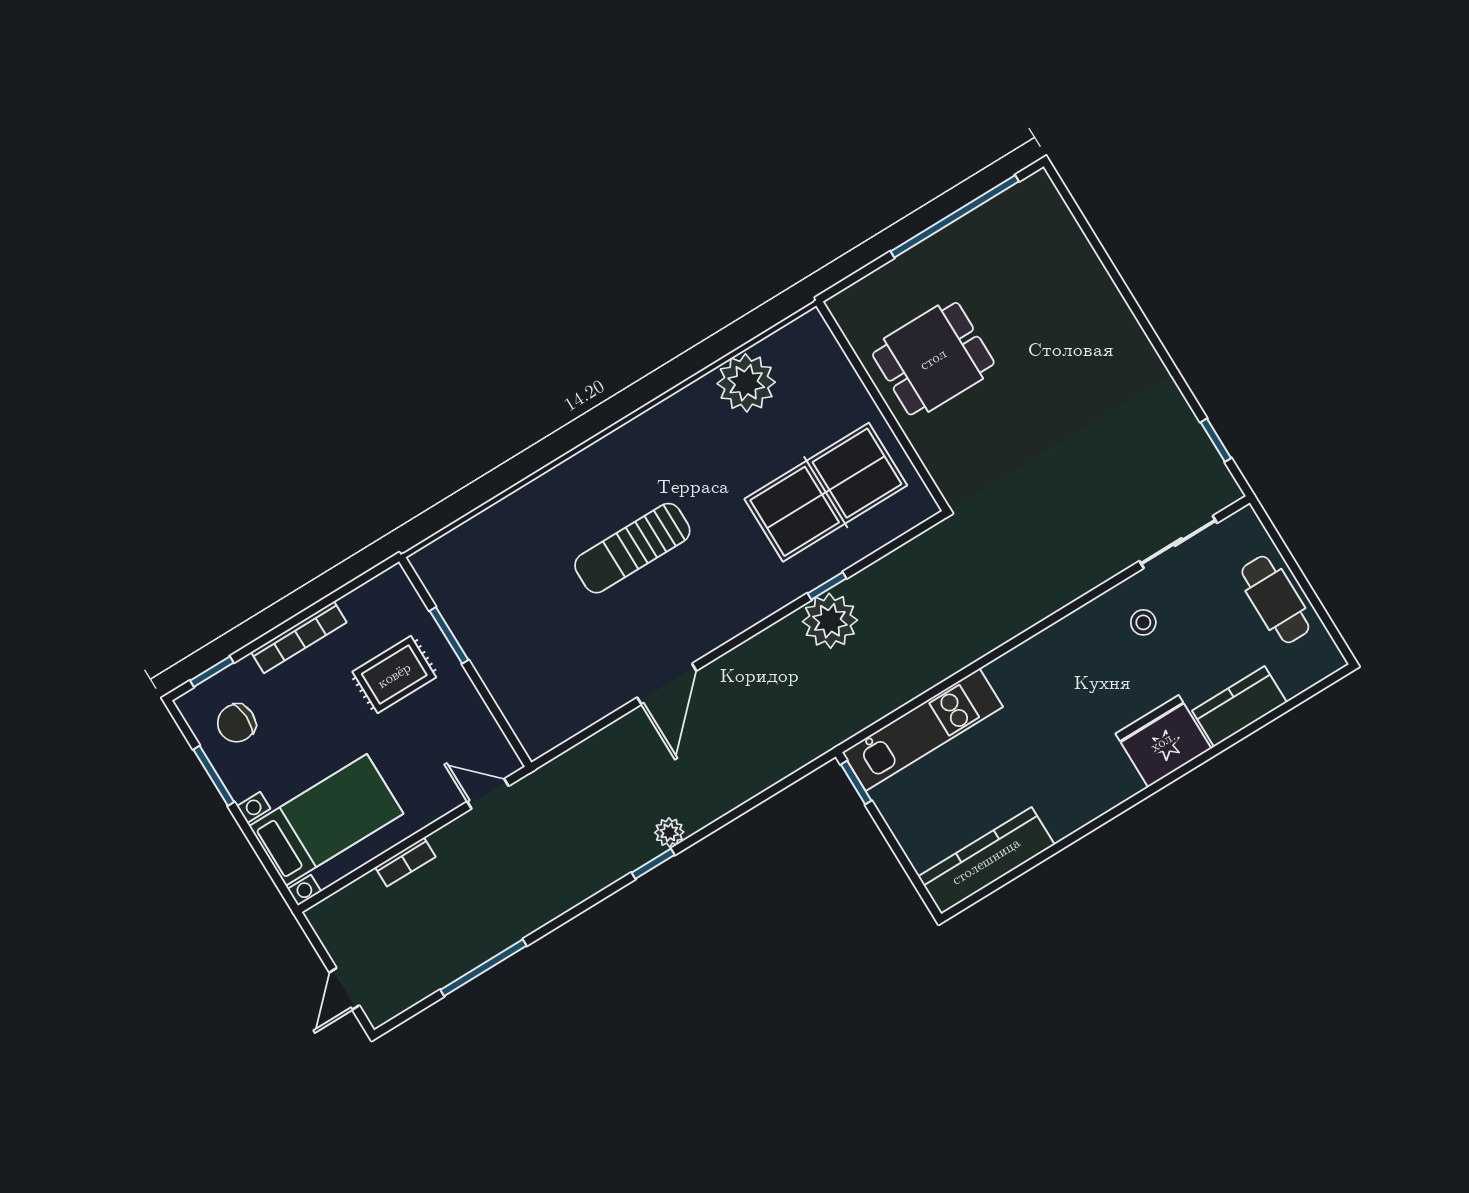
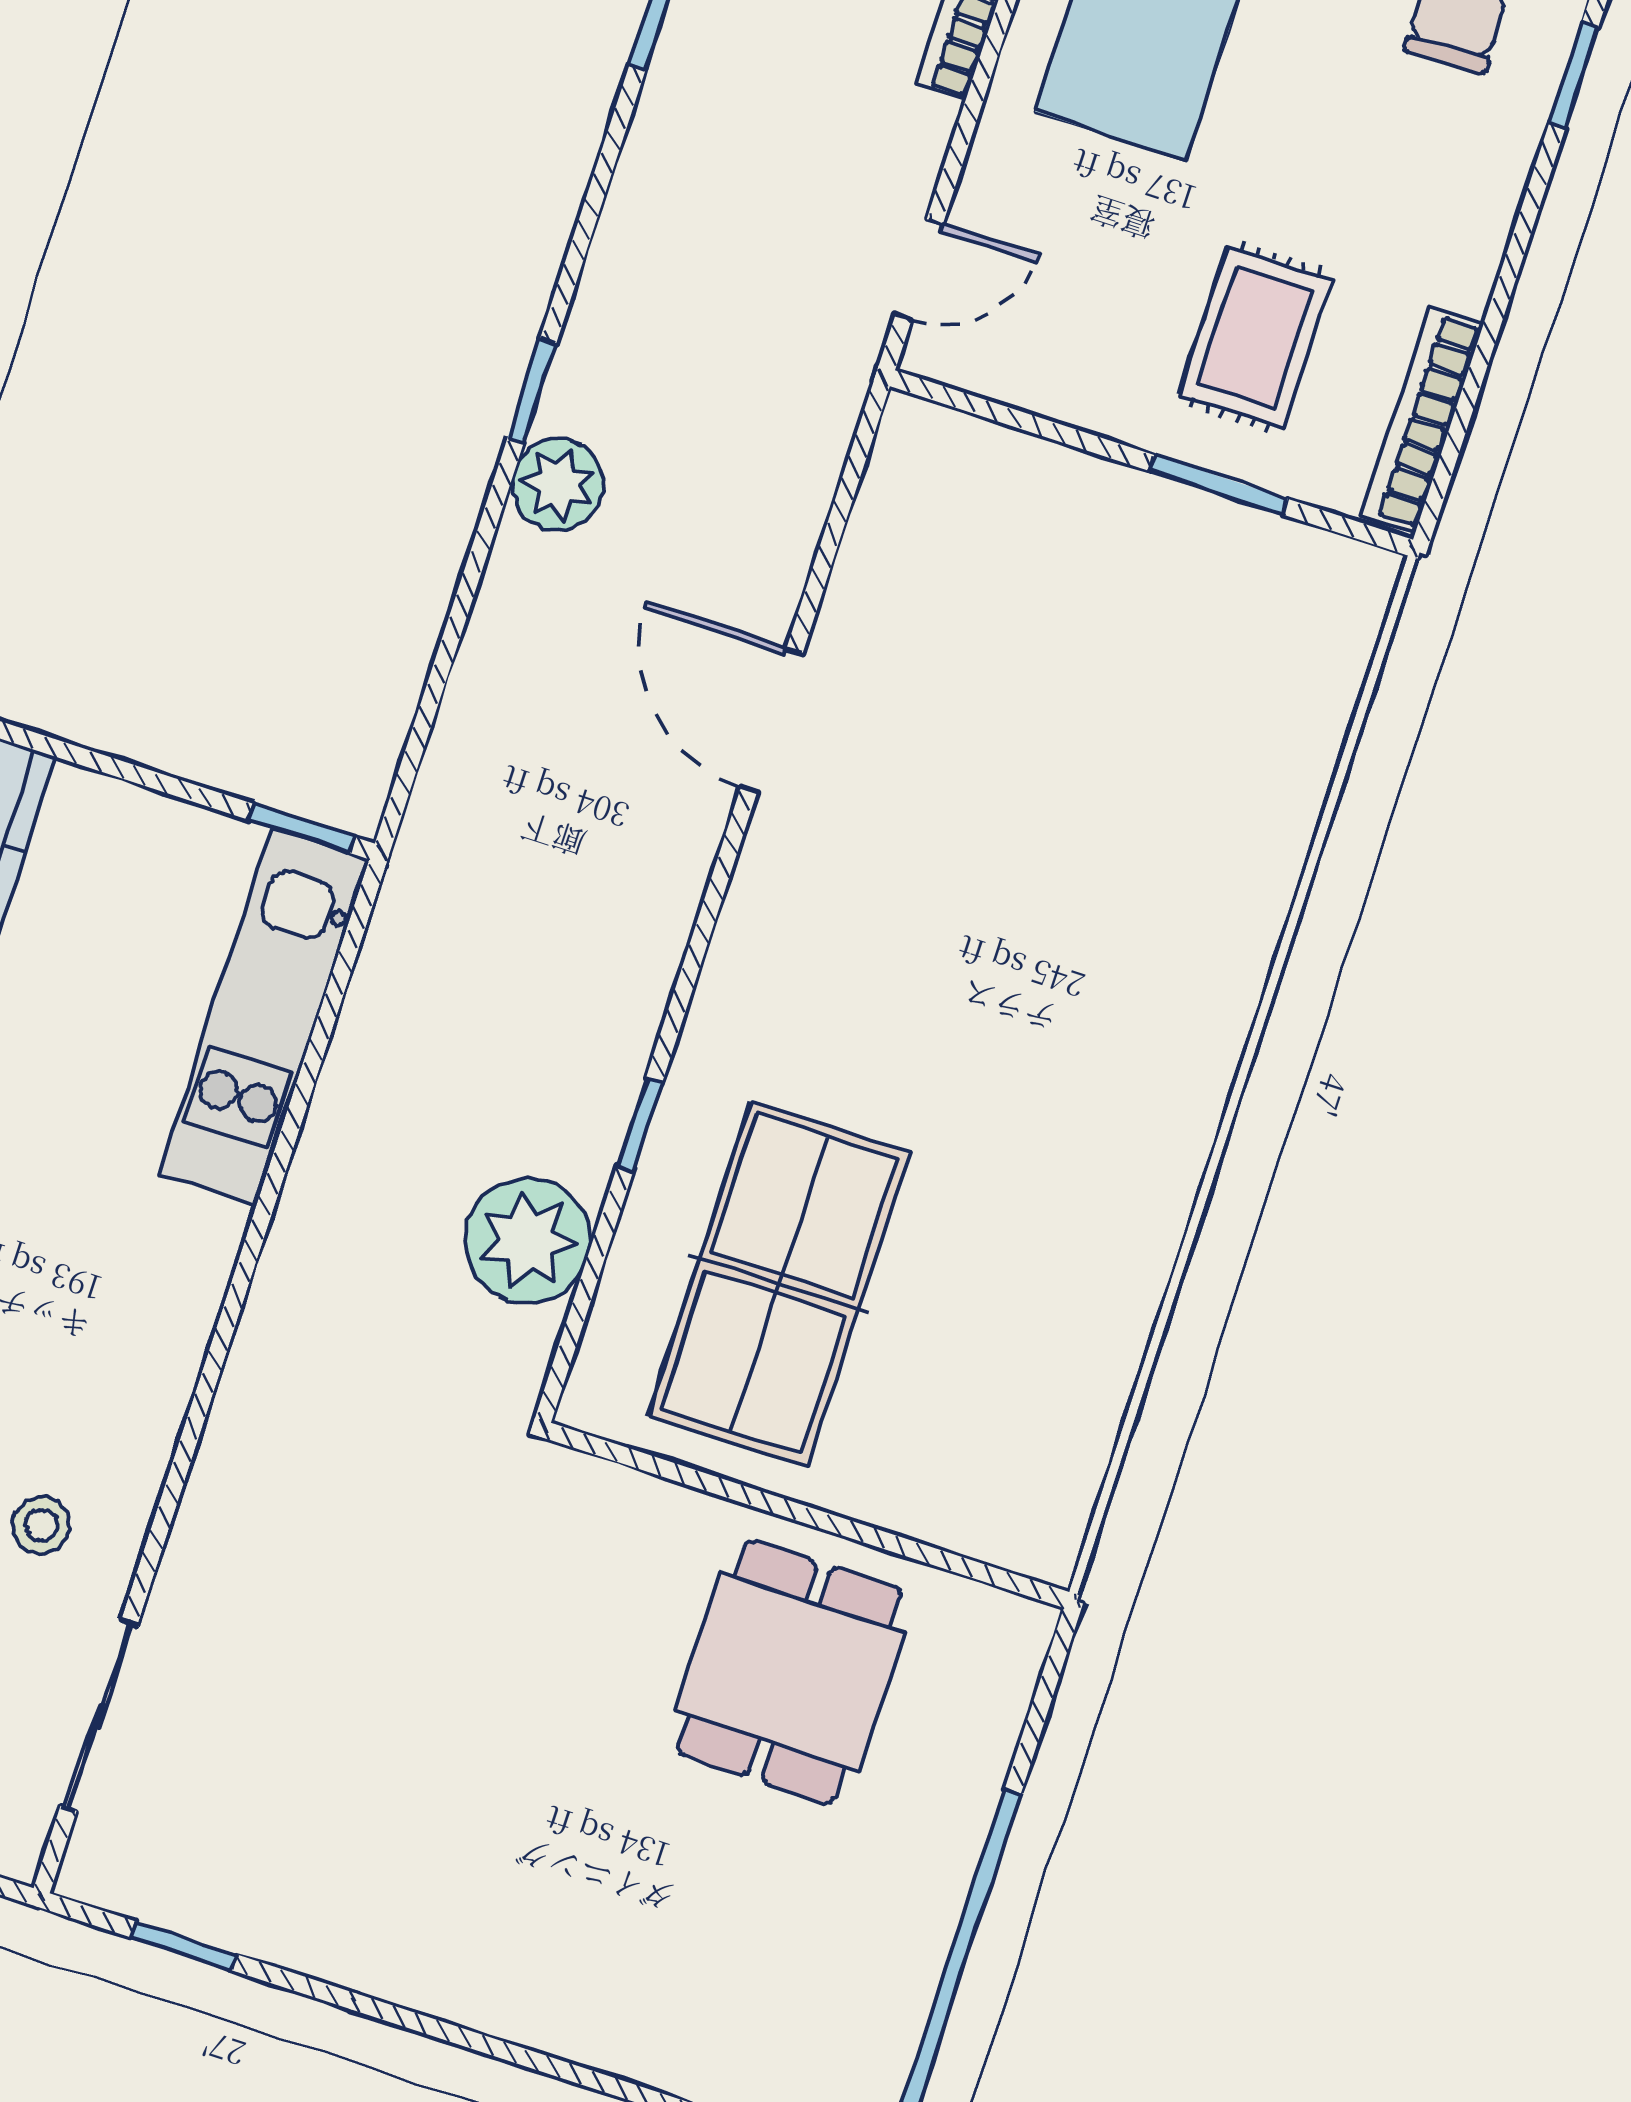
plant: (746, 383) -> (1077, 1356), removed
sun lounger: (632, 548) -> (1030, 904), removed
plant: (830, 621) -> (527, 1241), moved
bookcase: (299, 637) -> (1423, 420), moved
plant: (669, 832) -> (558, 484), width x1.38, depth x1.38

